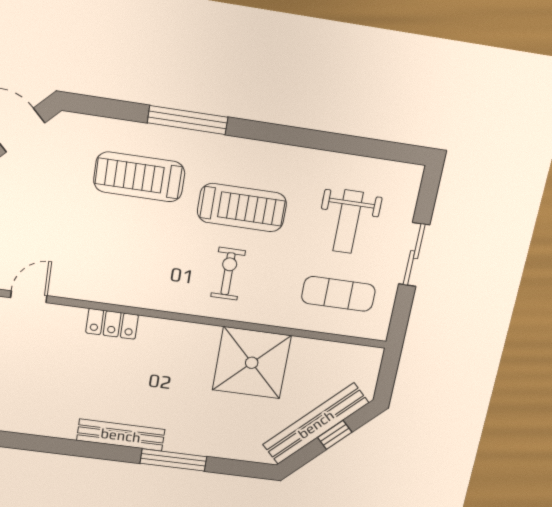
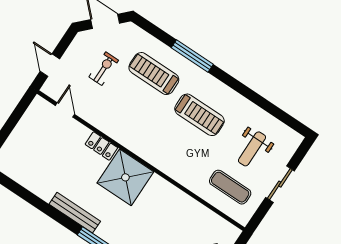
exercise bike: (228, 274) -> (104, 69), moved
door: (29, 297) -> (65, 110), hinge flipped
shower: (252, 363) -> (125, 177), moved

